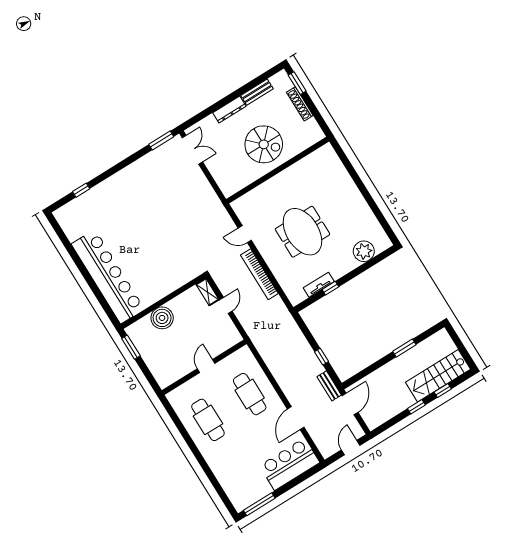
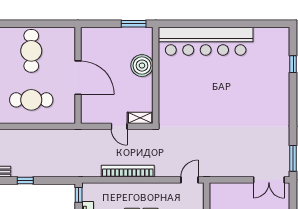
door: (245, 234) -> (190, 180), moved
window: (305, 304) -> (79, 195), added
door: (206, 366) -> (78, 78), width x1.88
cafe table: (208, 420) -> (31, 51), turned 90

